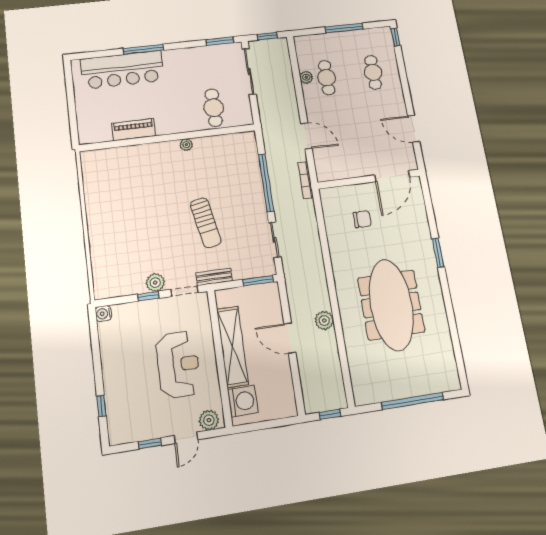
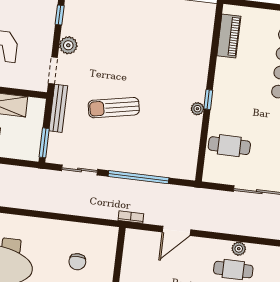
piano: (134, 130) -> (229, 36), moved
window: (175, 137) -> (208, 99), added
bookcase: (306, 180) -> (131, 217), width x0.64
bench: (214, 277) -> (58, 108), width x1.36
window: (148, 296) -> (60, 15), moved

